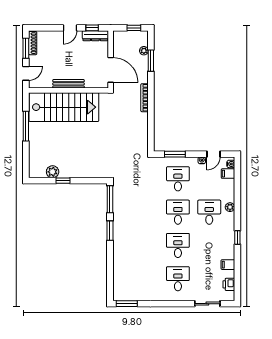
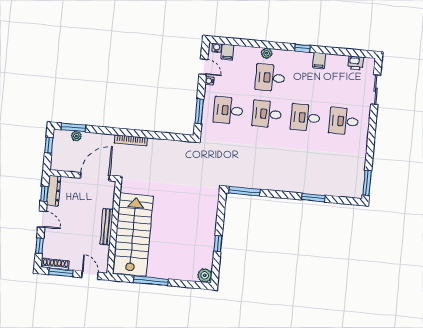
window: (47, 28) -> (39, 246), added
window: (151, 61) -> (73, 128), moved
plant: (53, 172) -> (205, 275), moved
window: (110, 231) -> (313, 198), moved
filing cabinet: (228, 265) -> (319, 61), moved

